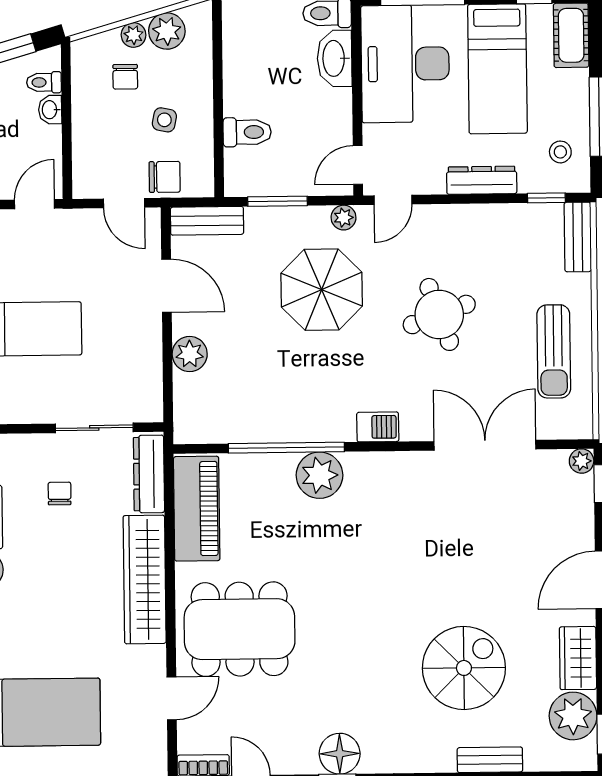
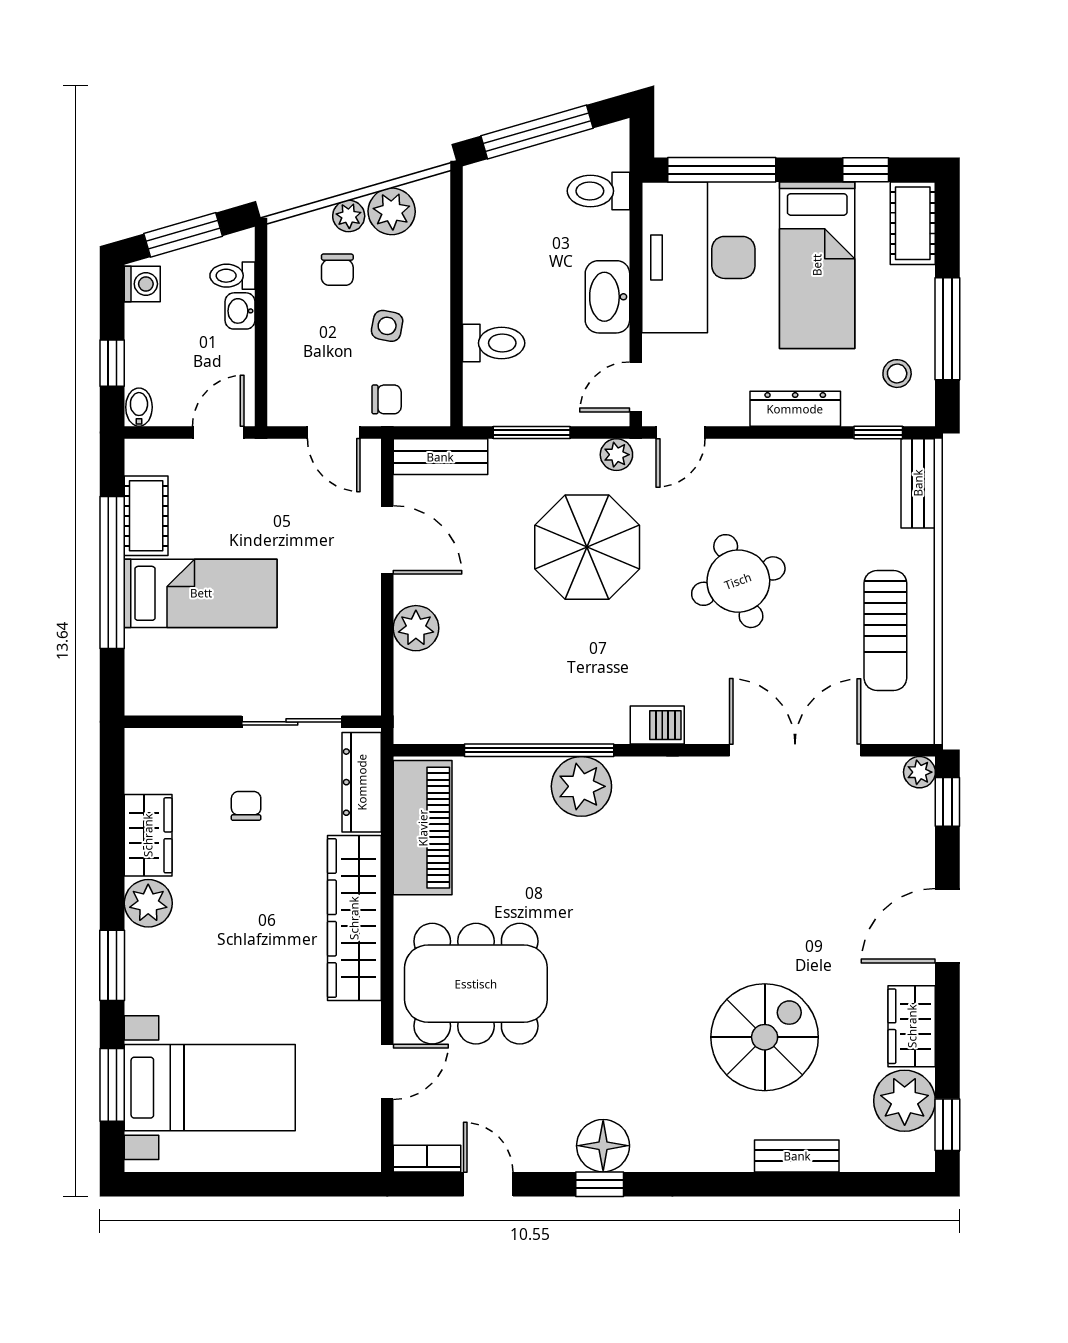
washbasin: (335, 58) -> (607, 297), moved
chair: (165, 177) -> (387, 399), width x0.73, depth x0.73

